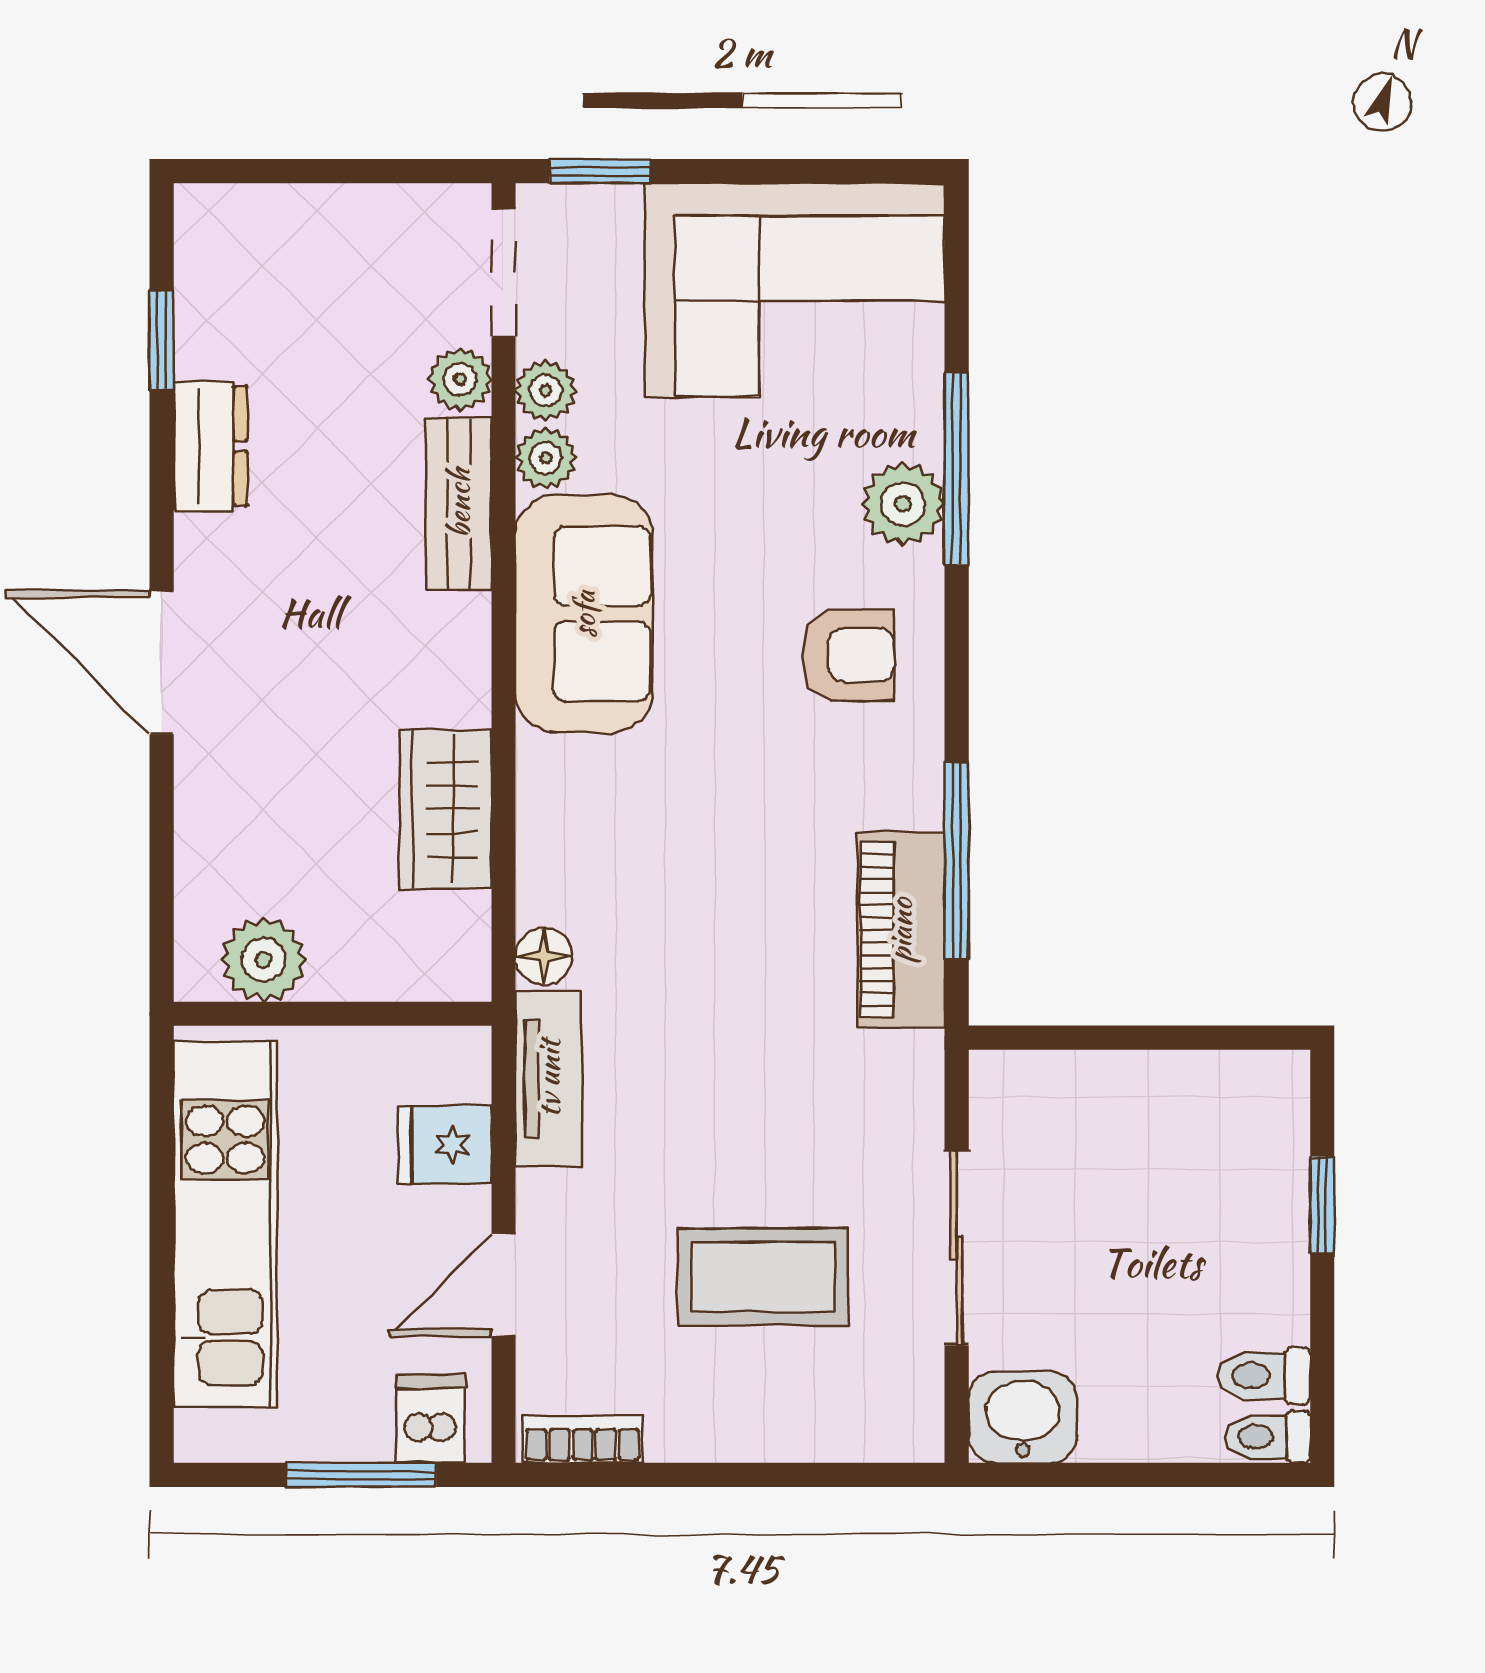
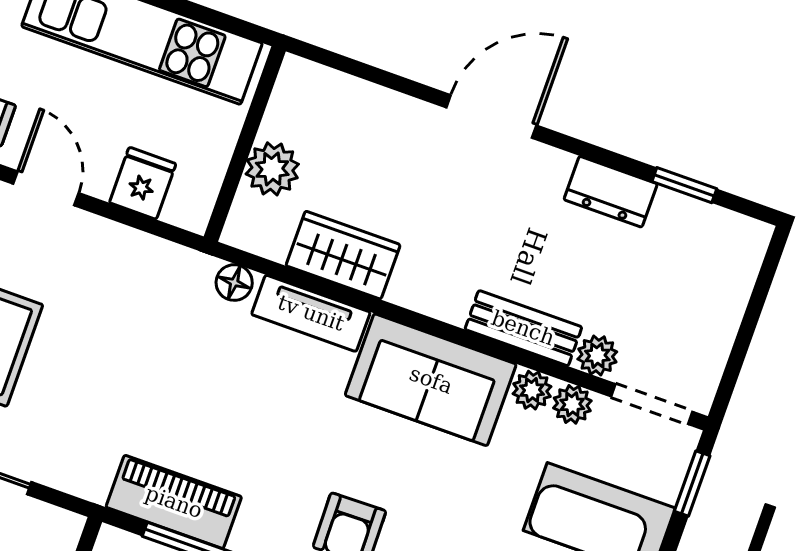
plant: (263, 960) -> (272, 169), moved
tv unit: (549, 1078) -> (311, 313), moved

